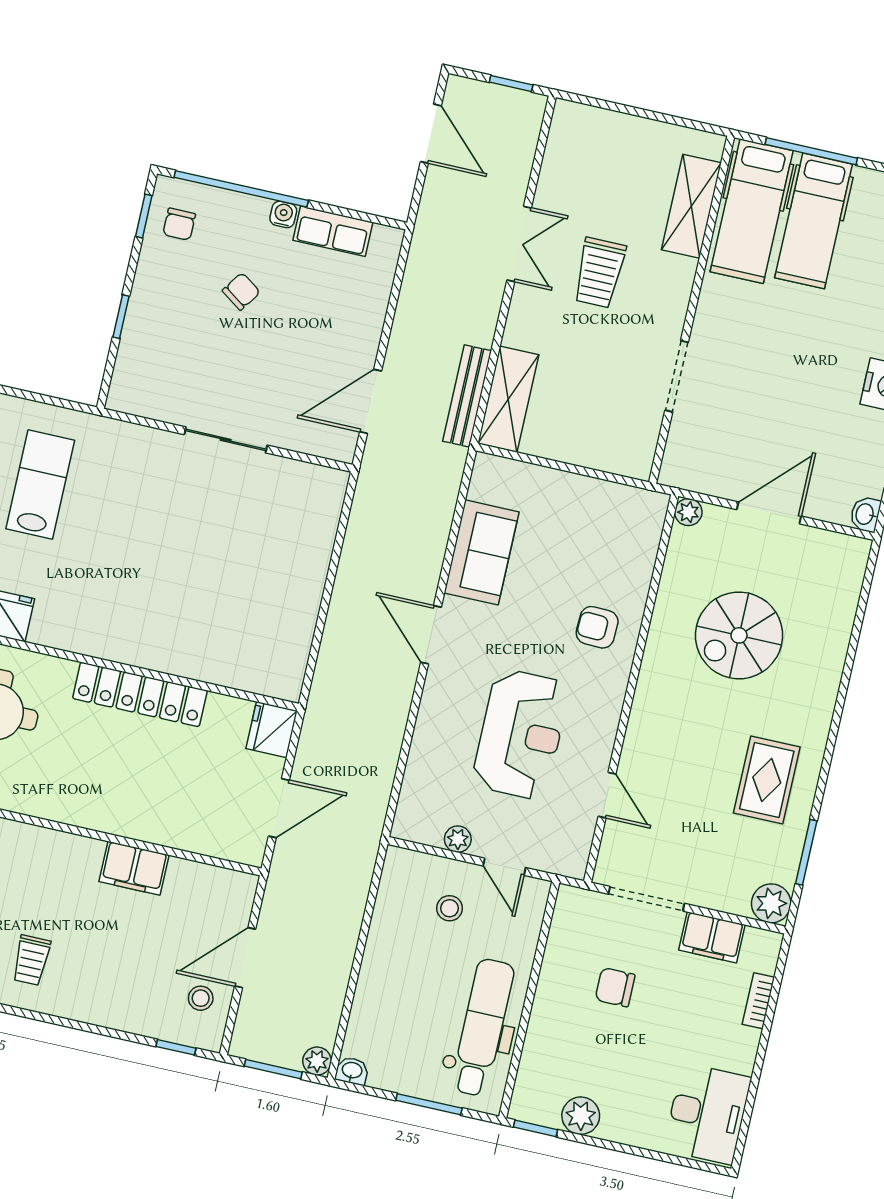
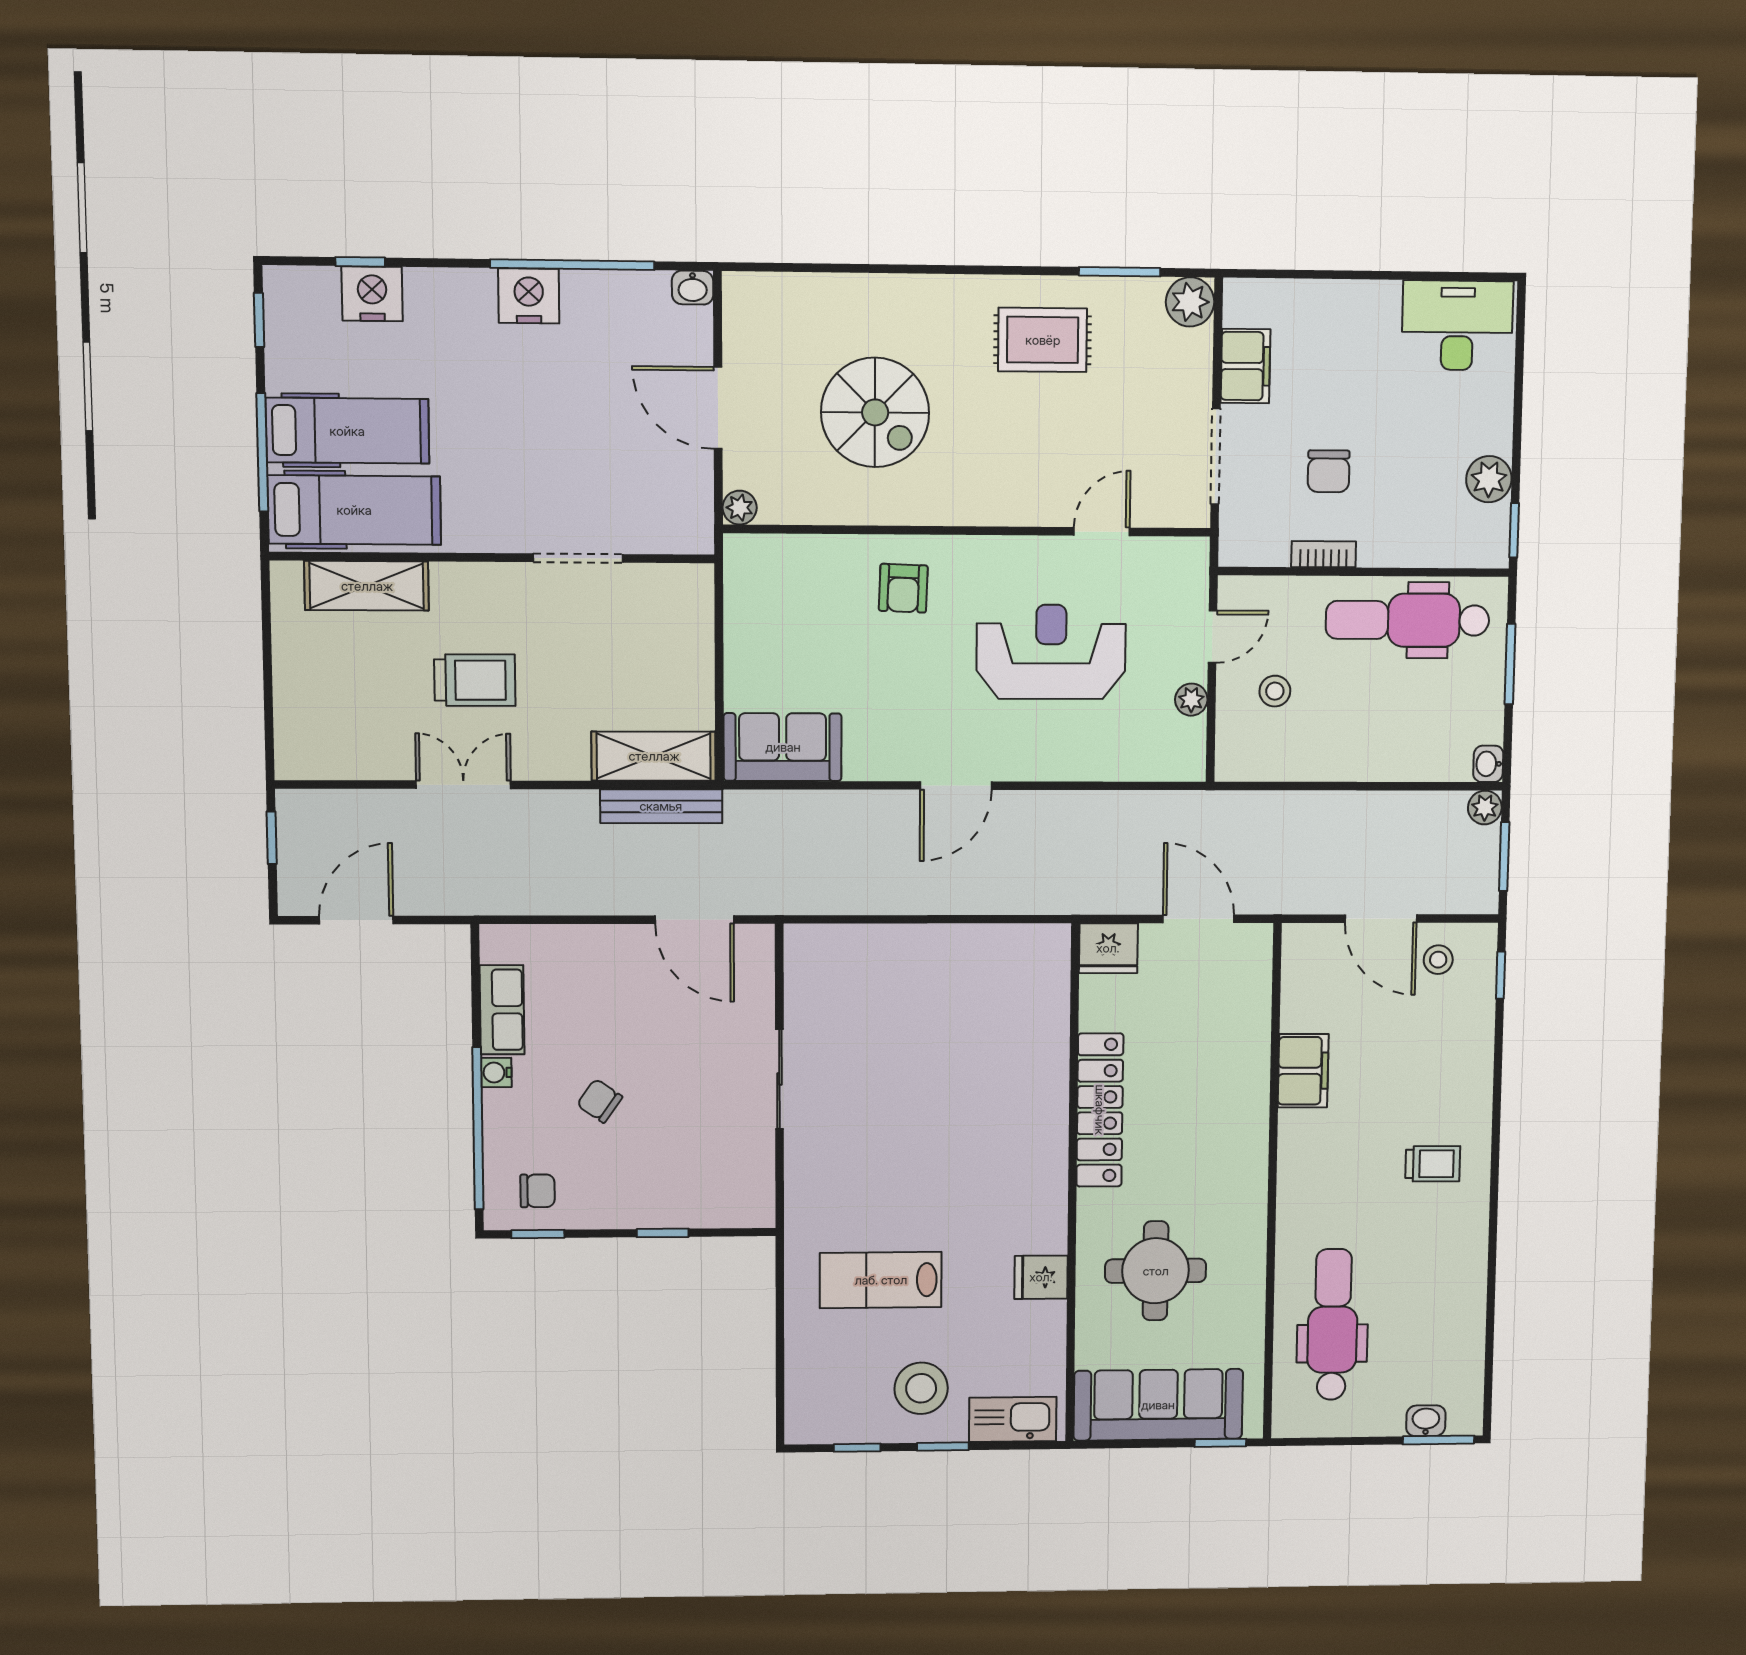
sofa: (482, 552) -> (783, 747), moved
bookcase: (758, 1001) -> (1324, 554), moved, turned 180

